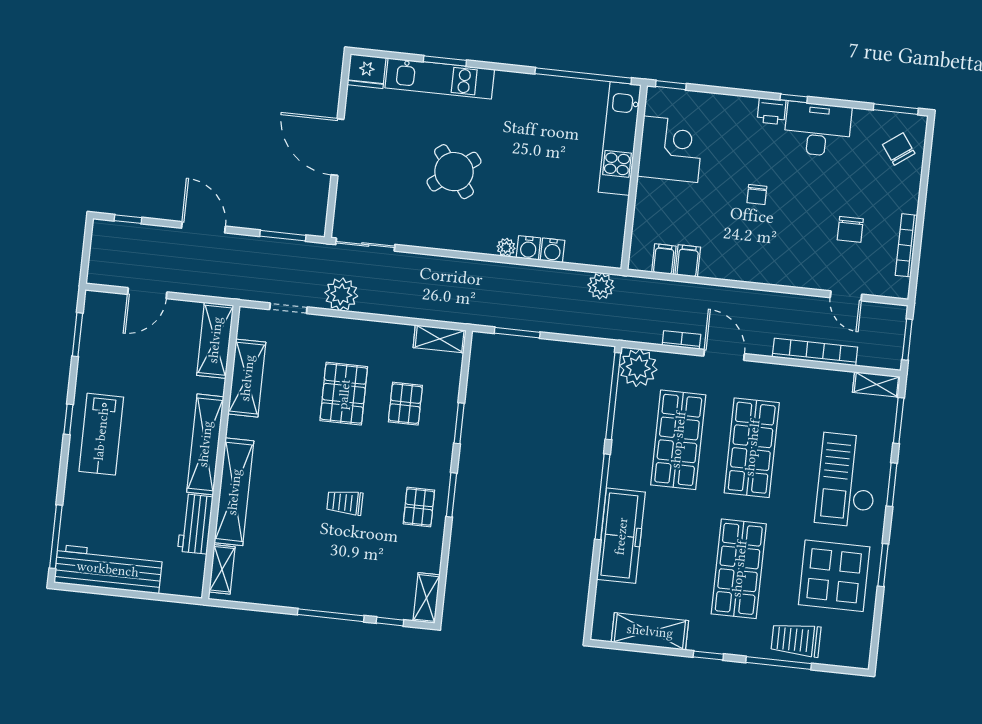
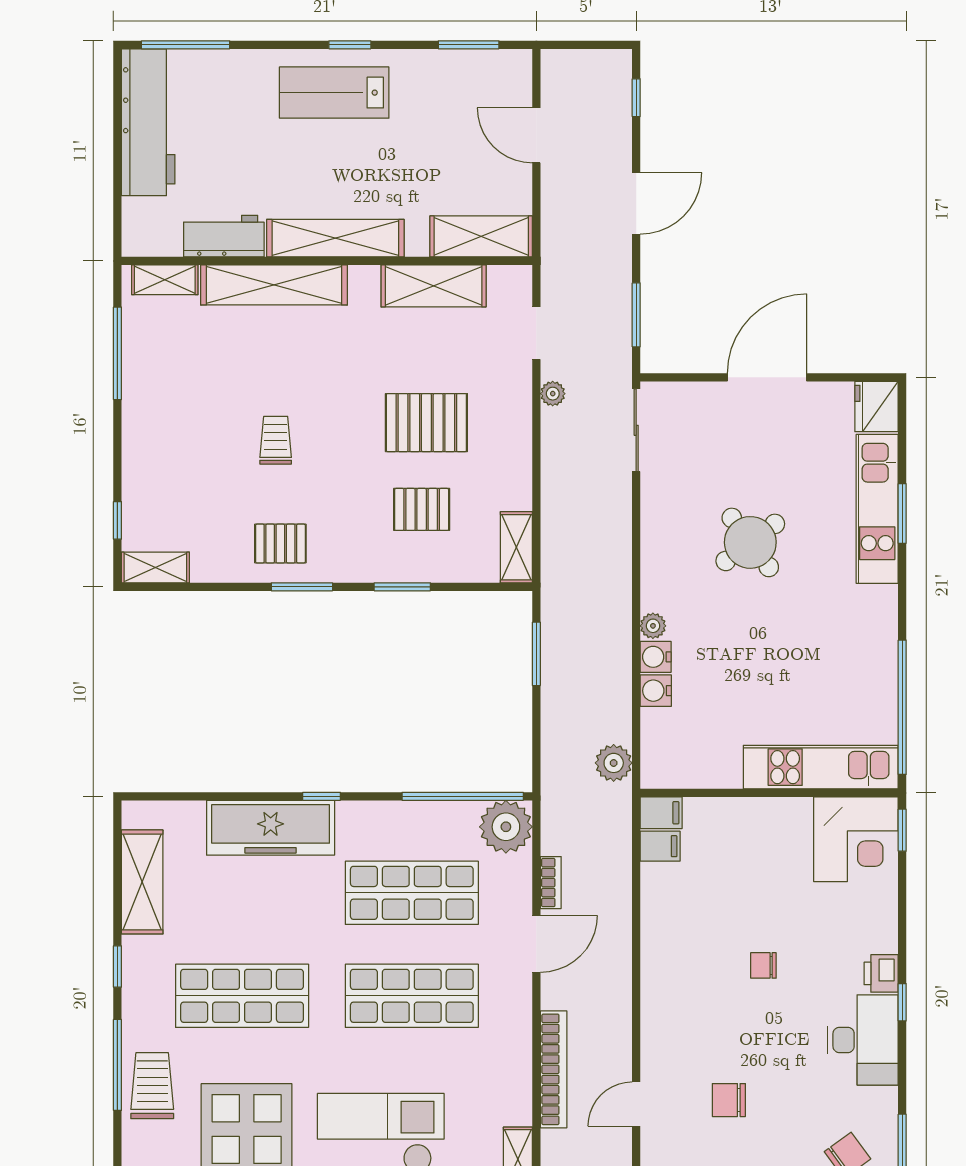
corner desk: (671, 149) -> (856, 839), moved
filing cabinet: (688, 261) -> (661, 813), moved
plant: (341, 294) -> (553, 394), width x0.53, depth x0.53
window: (602, 497) -> (322, 796), width x0.32
window: (331, 615) -> (117, 353), moved

